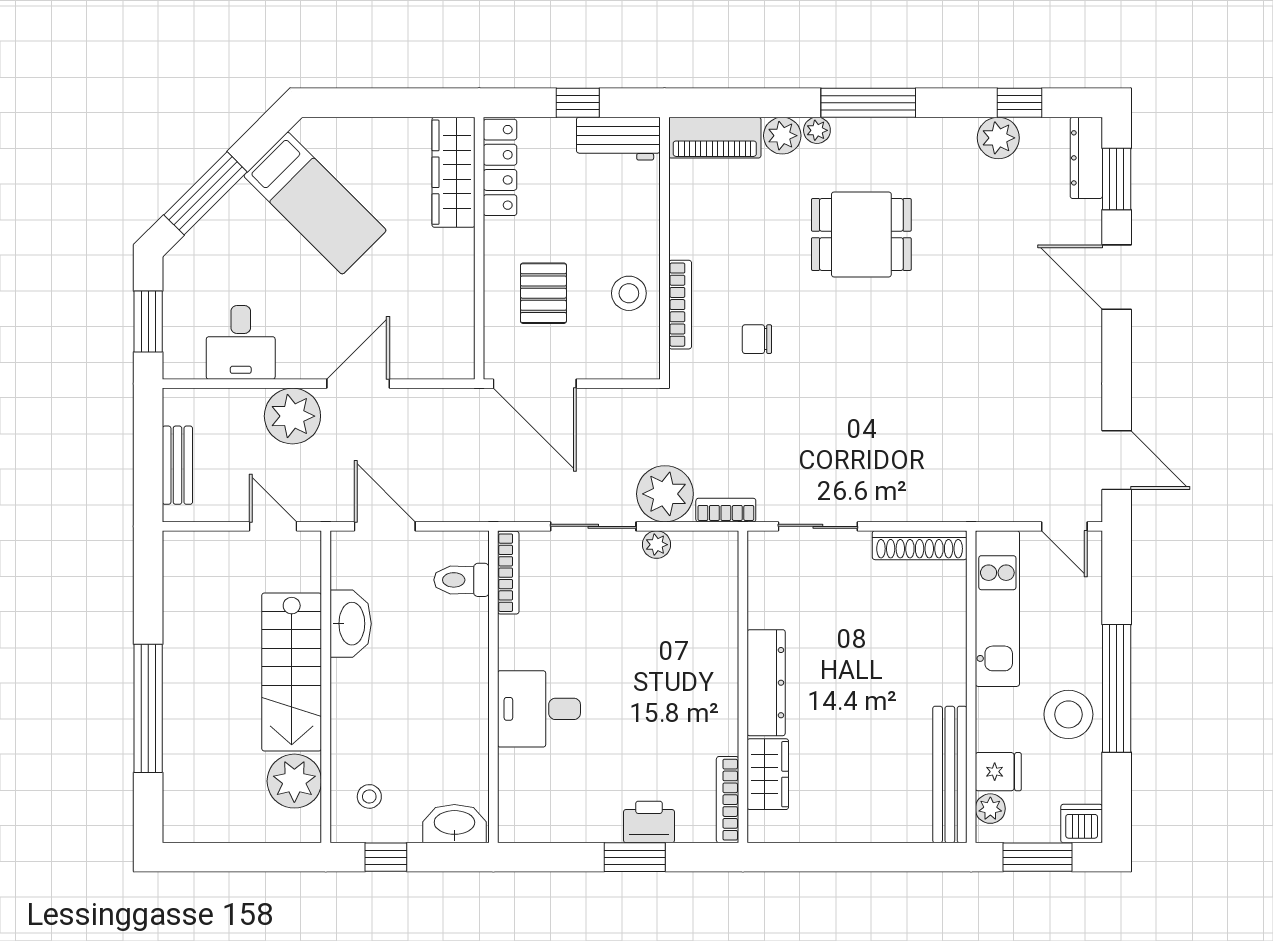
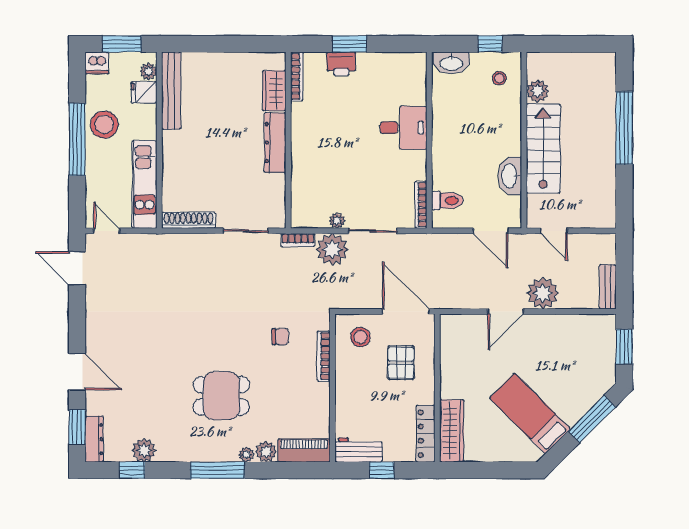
stool: (629, 293) -> (360, 337), moved
desk: (241, 342) -> (572, 335), removed
bench: (177, 465) -> (608, 287), moved
plant: (294, 781) -> (538, 91), width x0.73, depth x0.73

